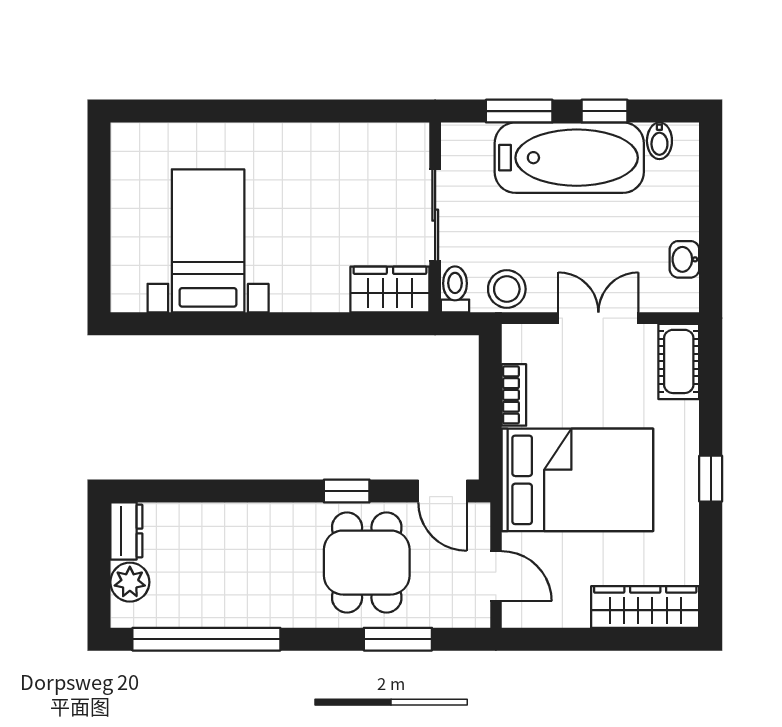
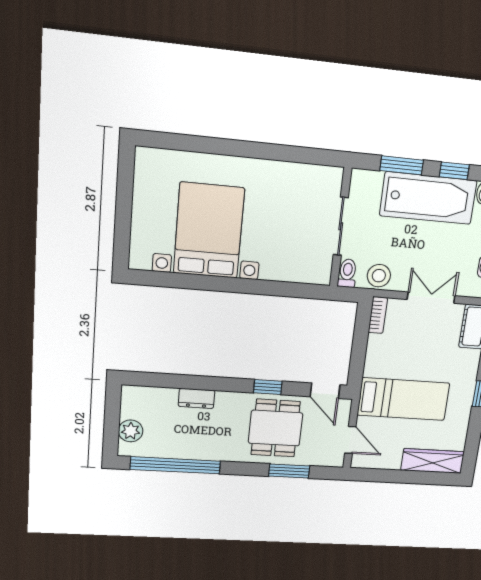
bed with nightstands: (208, 241) -> (209, 231), width x1.36
wardrobe: (390, 289) -> (307, 270), removed
bookcase: (514, 395) -> (378, 315), moved
bed: (577, 480) -> (403, 399), width x0.67
dresser: (126, 531) -> (197, 398), moved, turned 90

